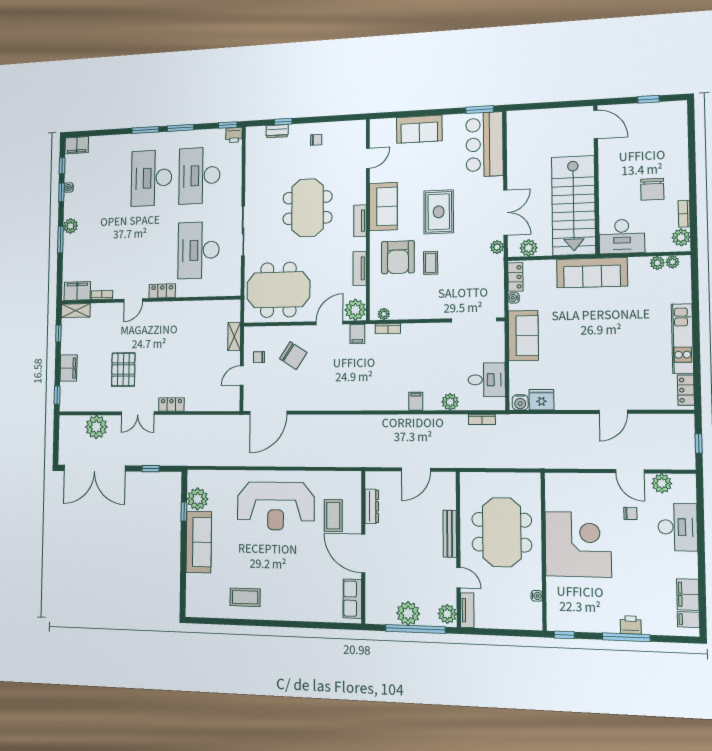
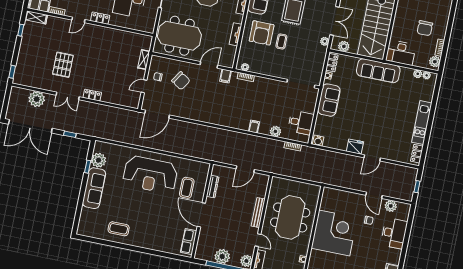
plant: (355, 310) -> (227, 60), removed
filing cabinet: (69, 368) -> (24, 55), removed
fridge: (541, 400) -> (355, 147), moved

